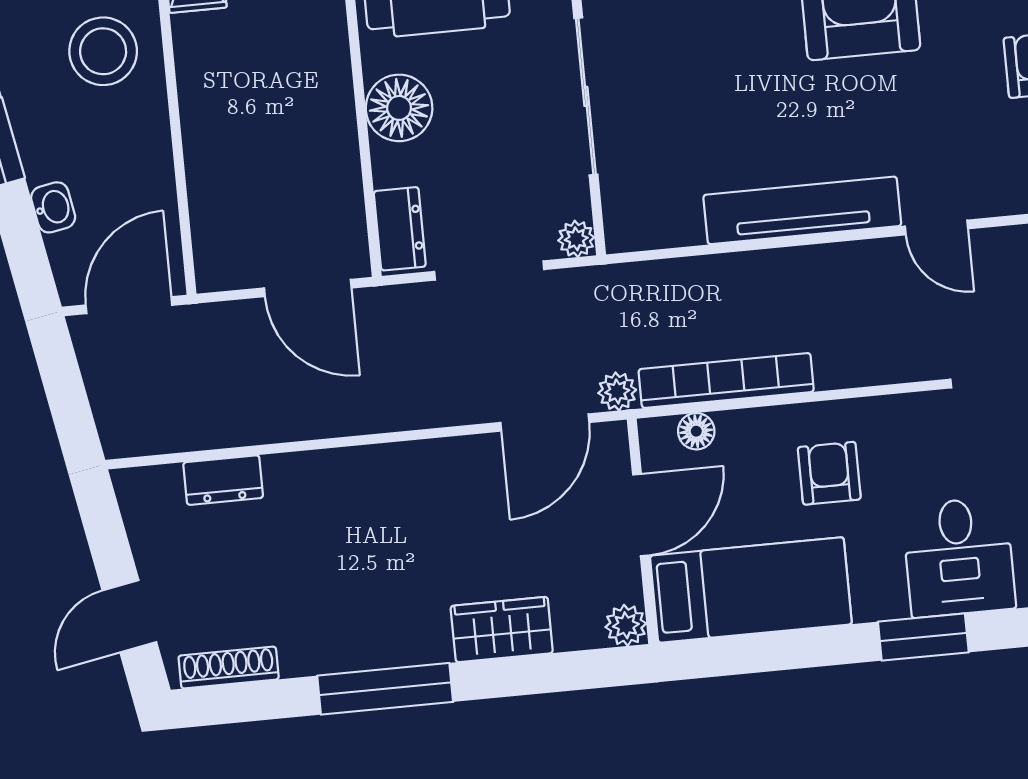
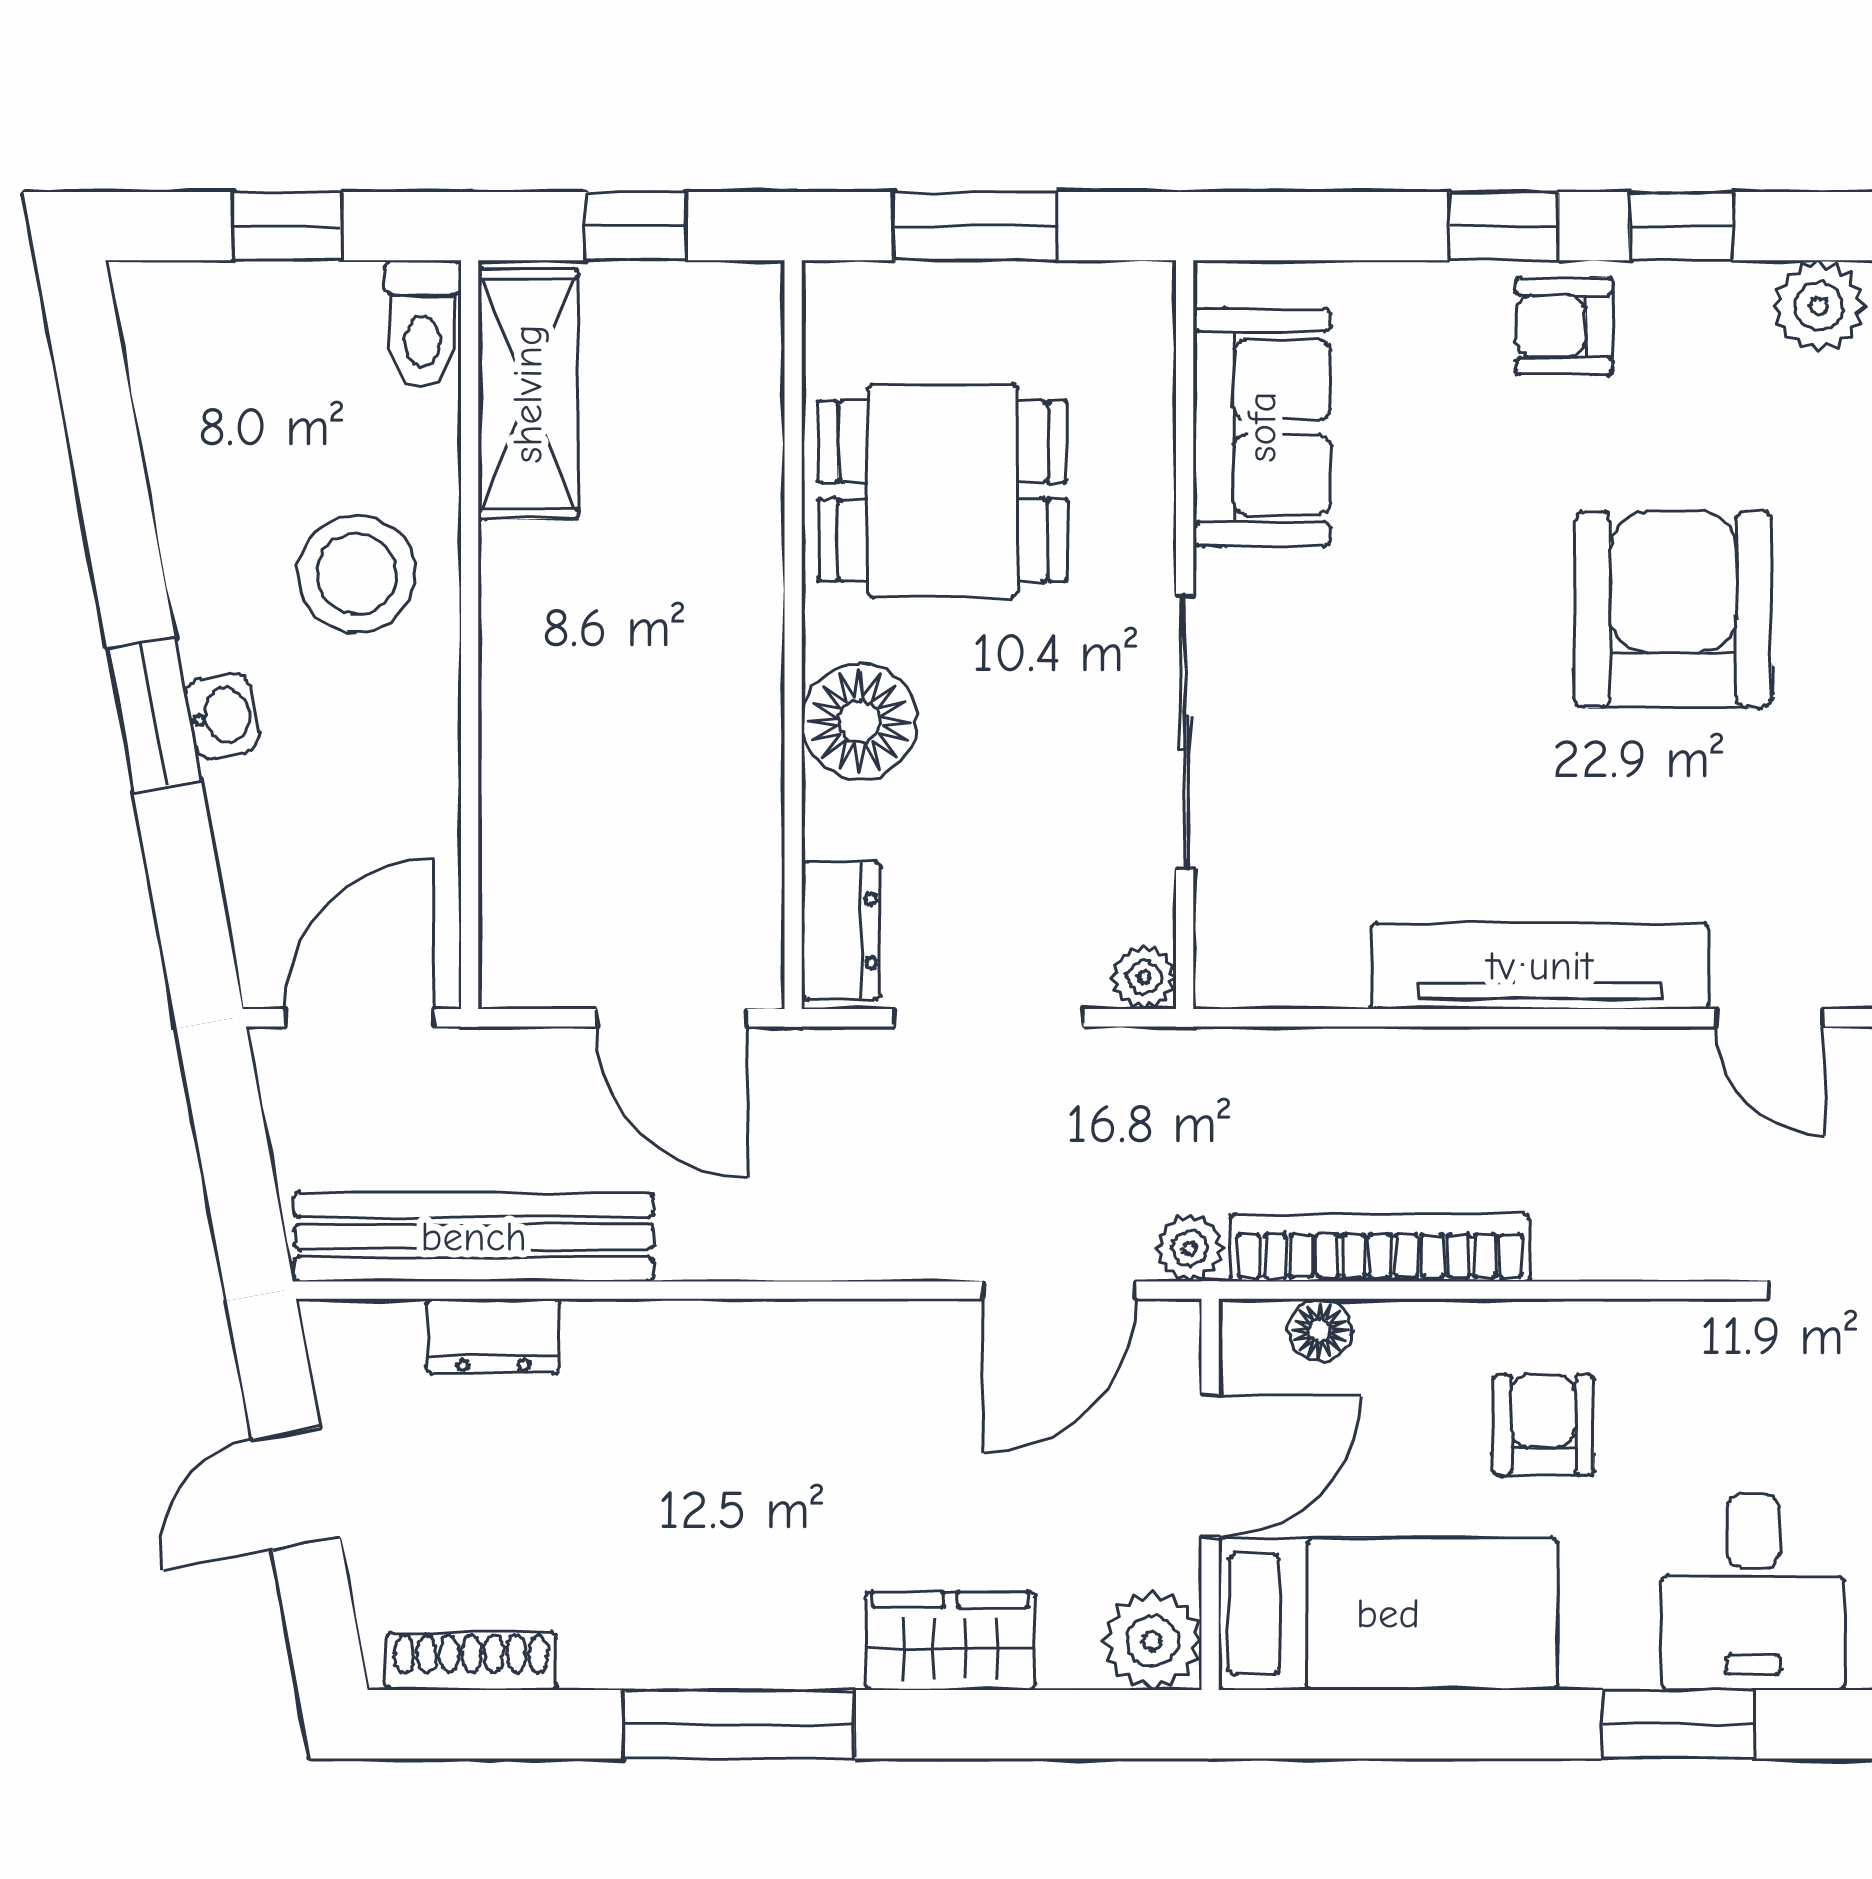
washbasin: (53, 207) -> (222, 716), moved
bench: (207, 424) -> (474, 1237), added
door: (129, 616) -> (296, 1489), moved
plant: (626, 625) -> (1152, 1641), width x1.38, depth x1.38

